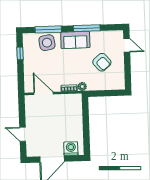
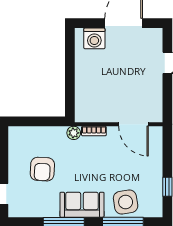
armchair: (102, 62) -> (42, 169), turned -136

